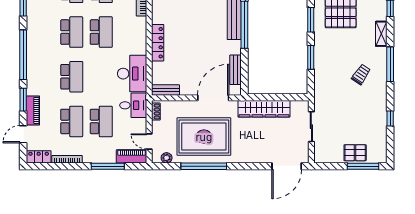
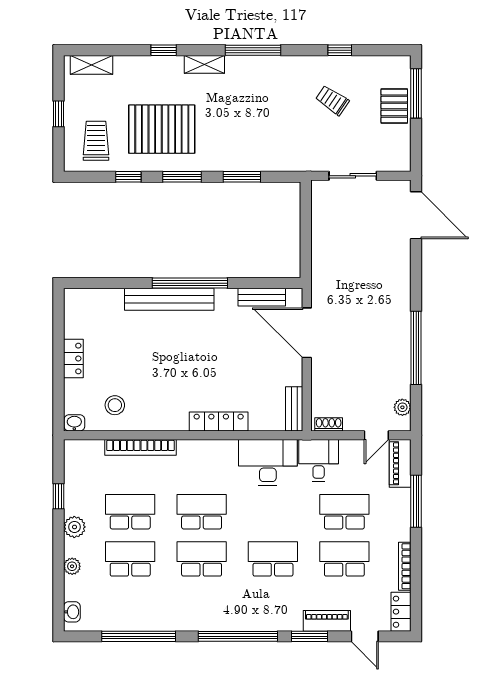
trolley: (361, 74) -> (332, 100), moved
wardrobe: (264, 109) -> (324, 252), removed
rug: (204, 137) -> (368, 348), removed

